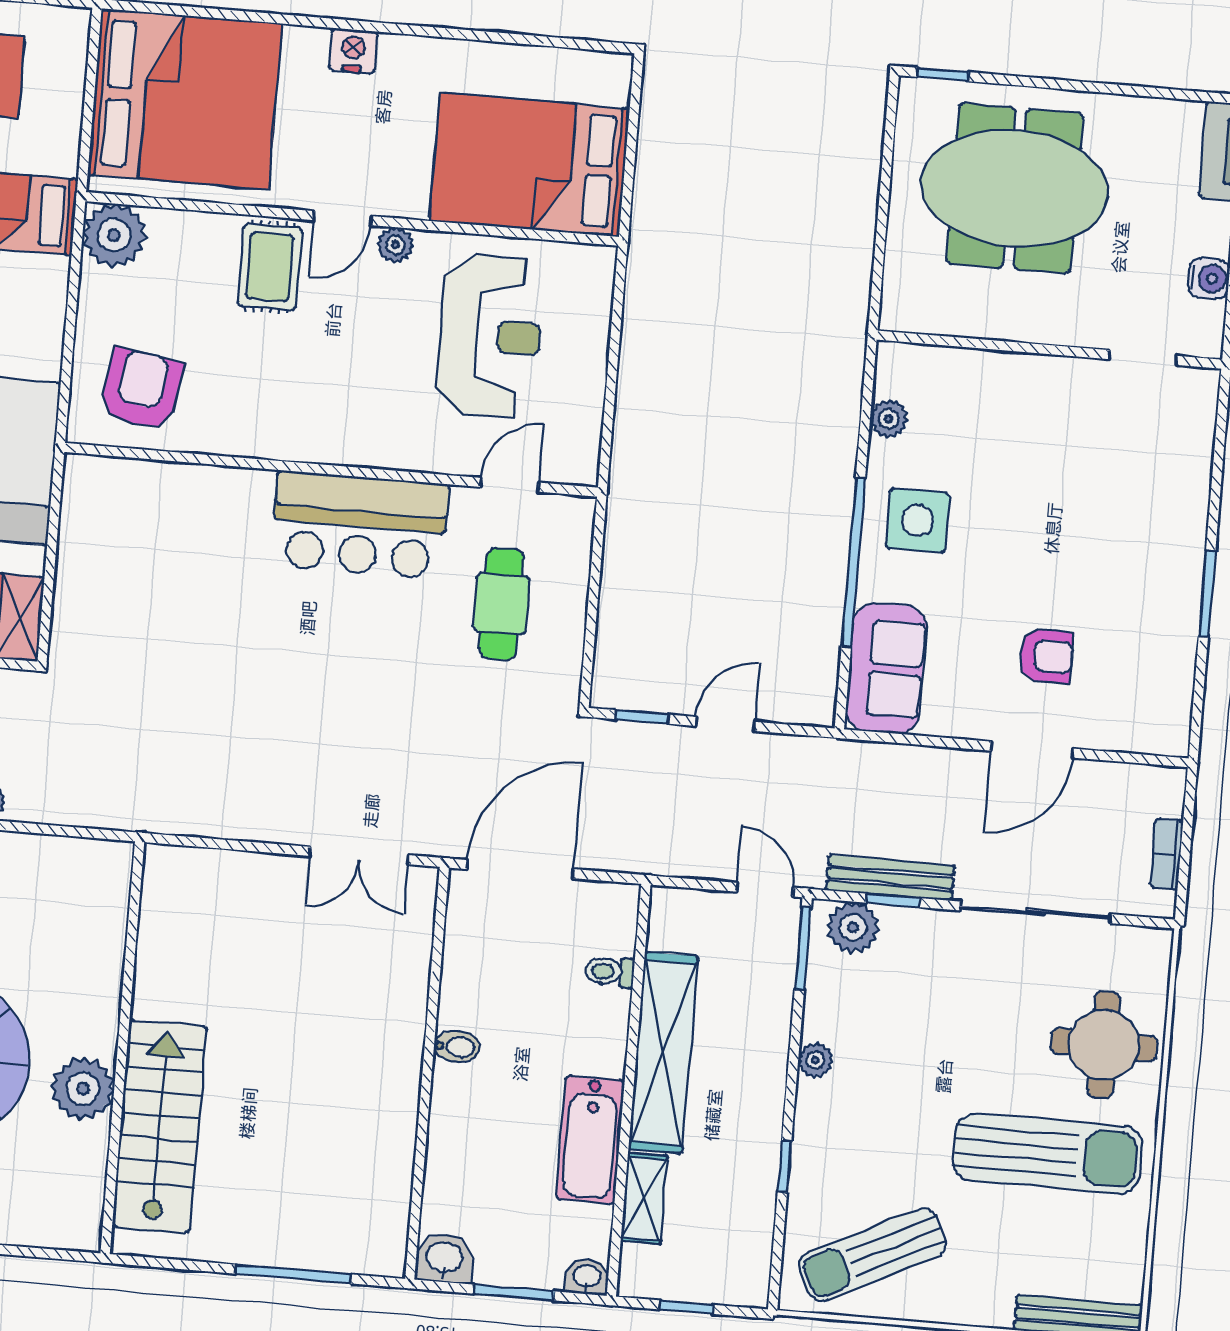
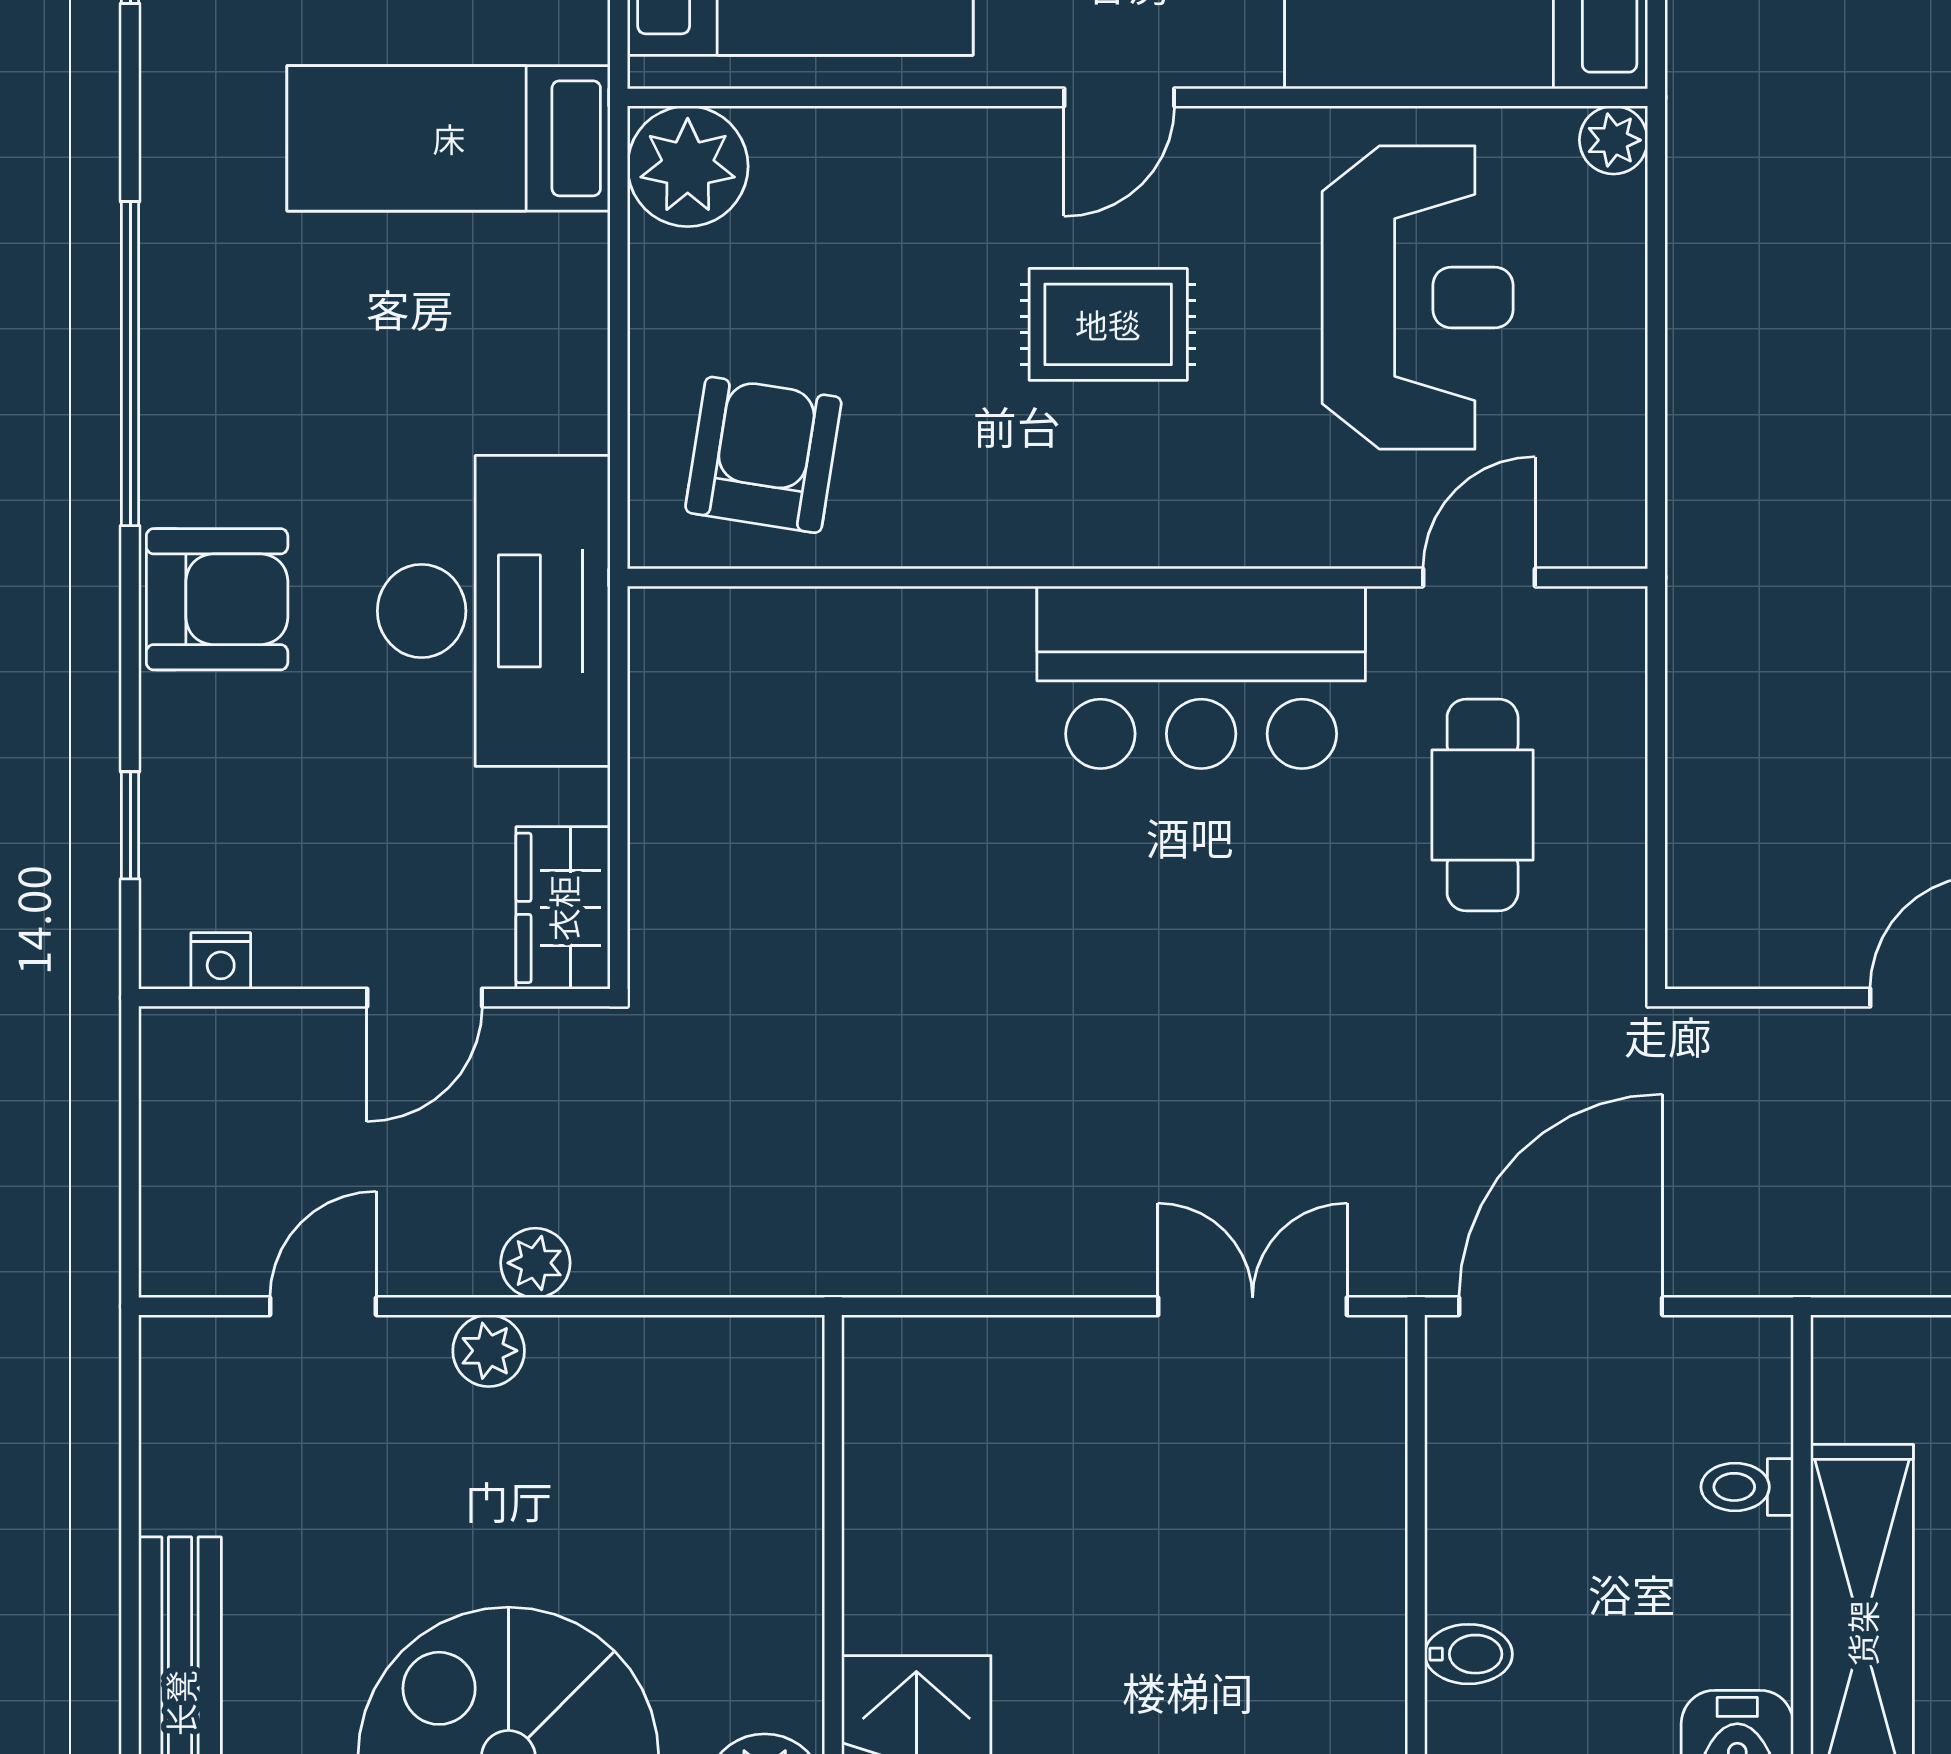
plant: (395, 245) -> (1614, 140), moved
rug: (270, 267) -> (1108, 324), moved, turned 90
window: (642, 717) -> (1768, 998), removed
double door: (359, 856) -> (1253, 1306), swing flipped

